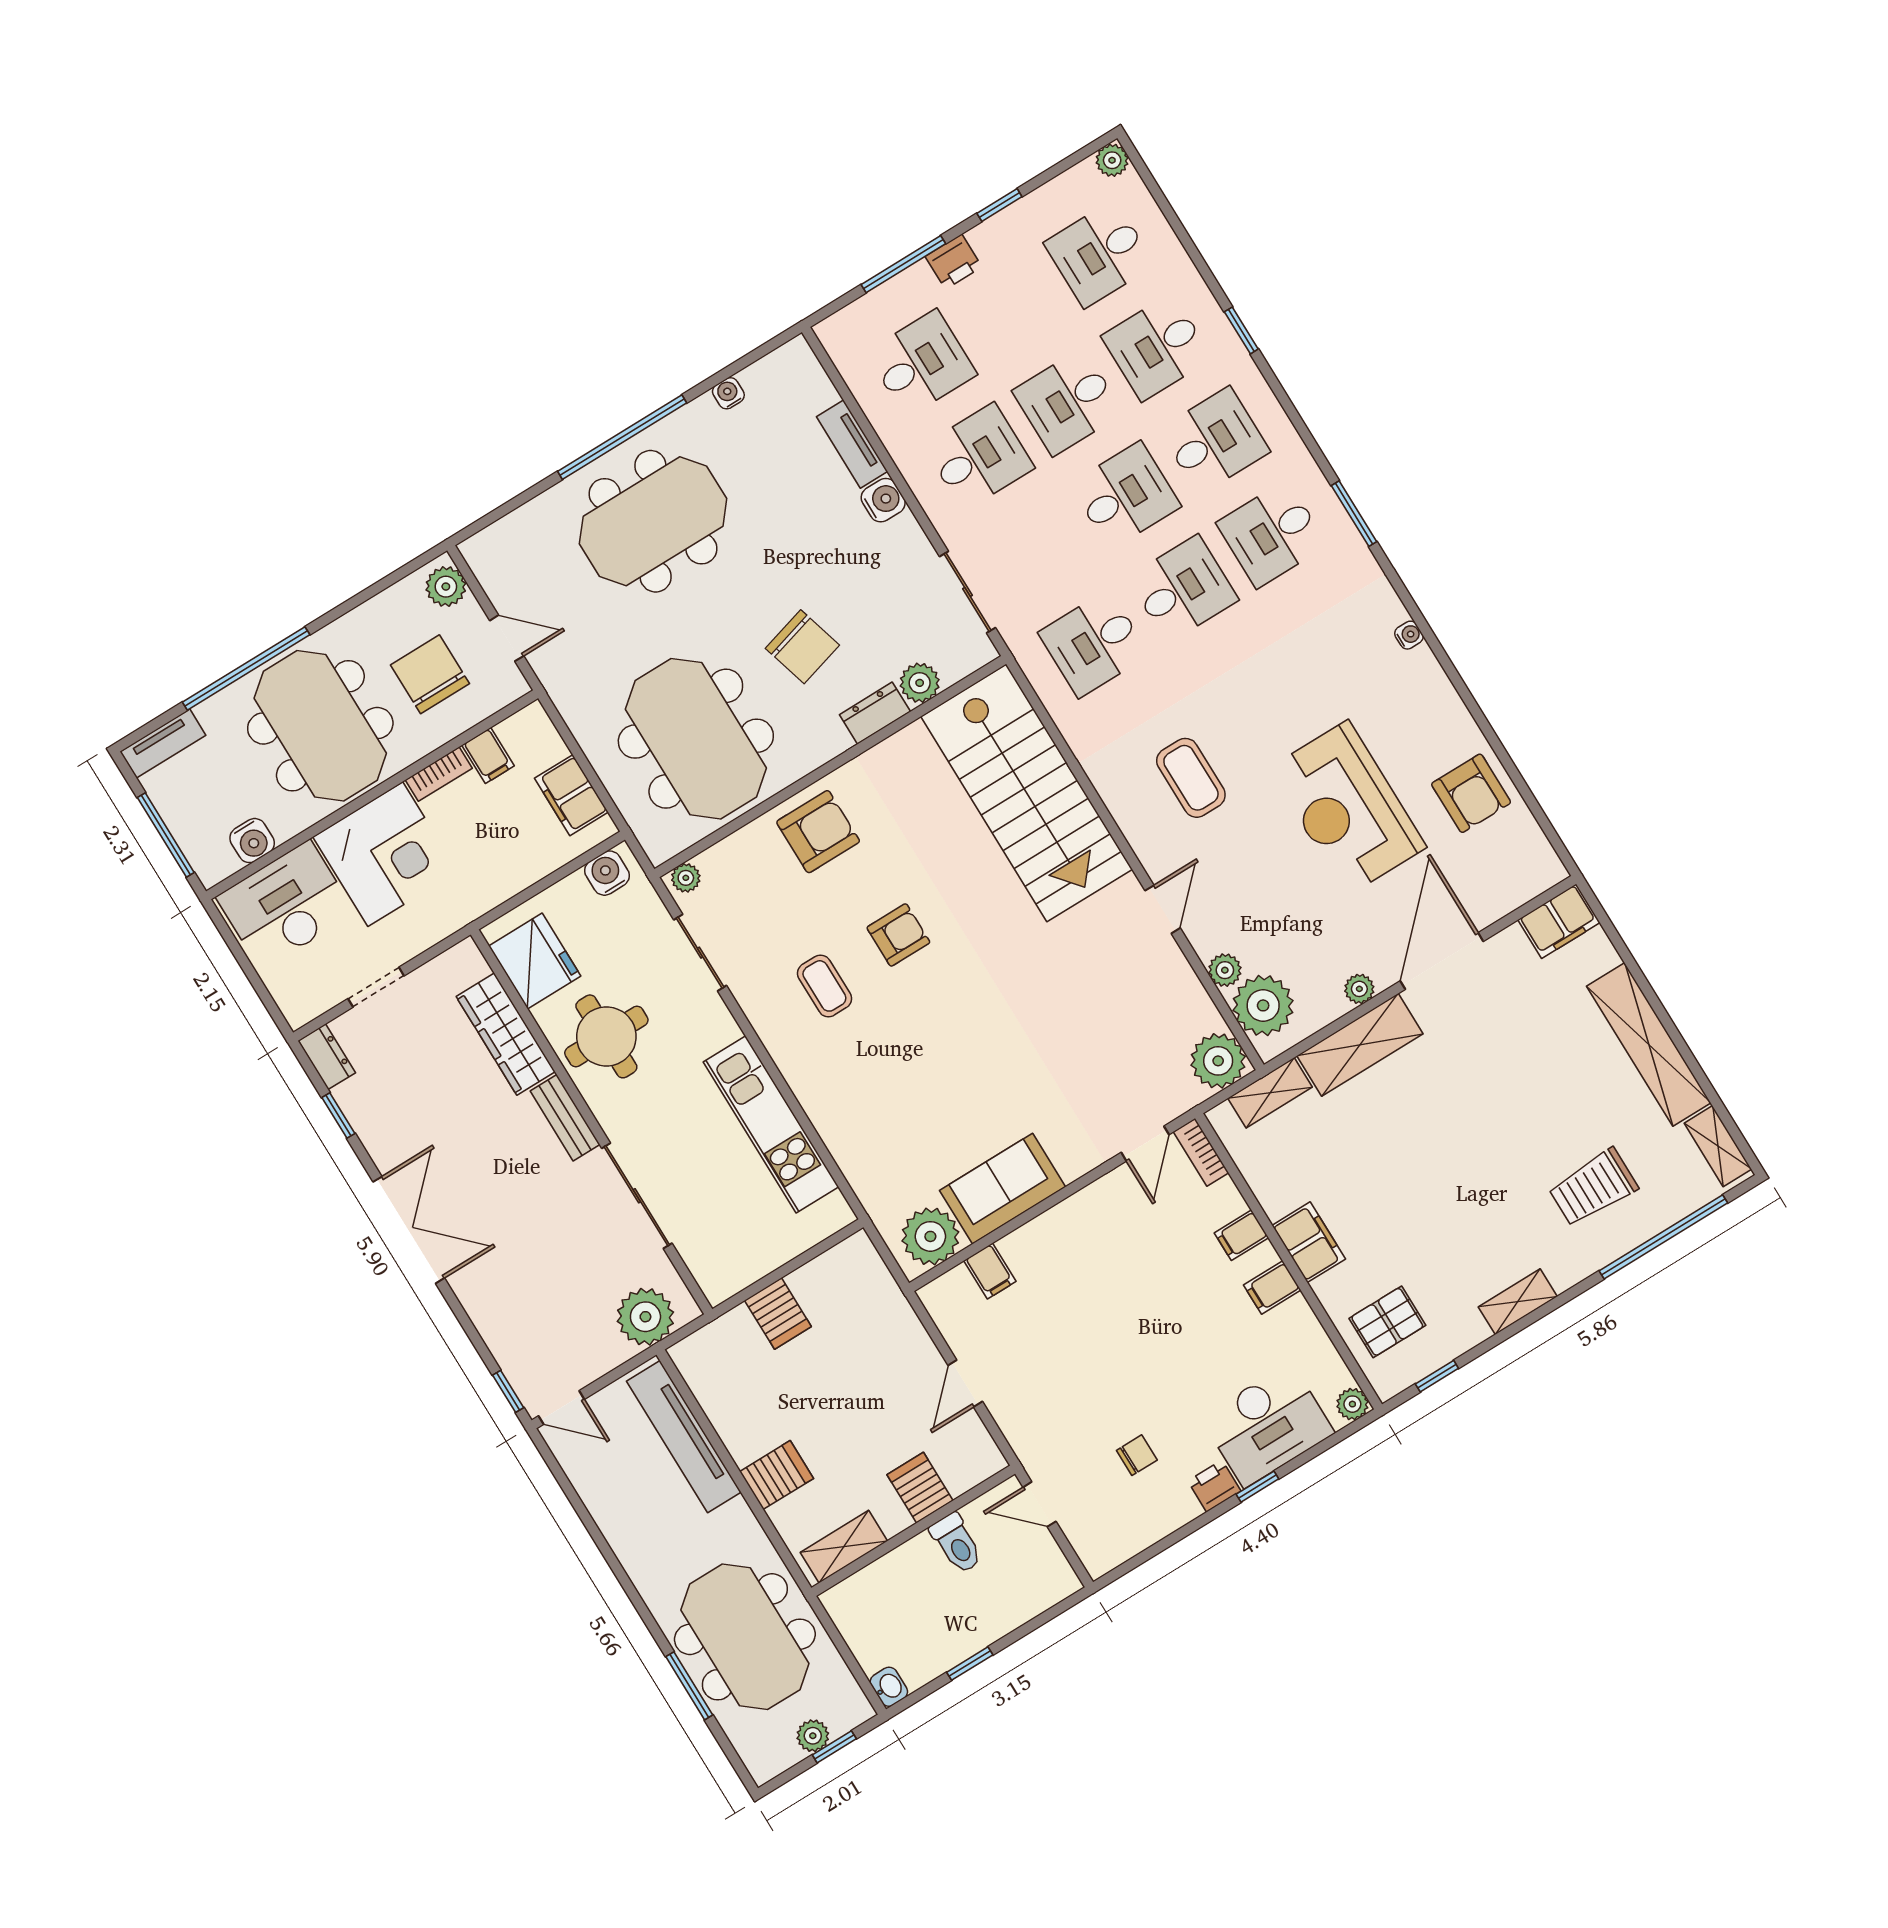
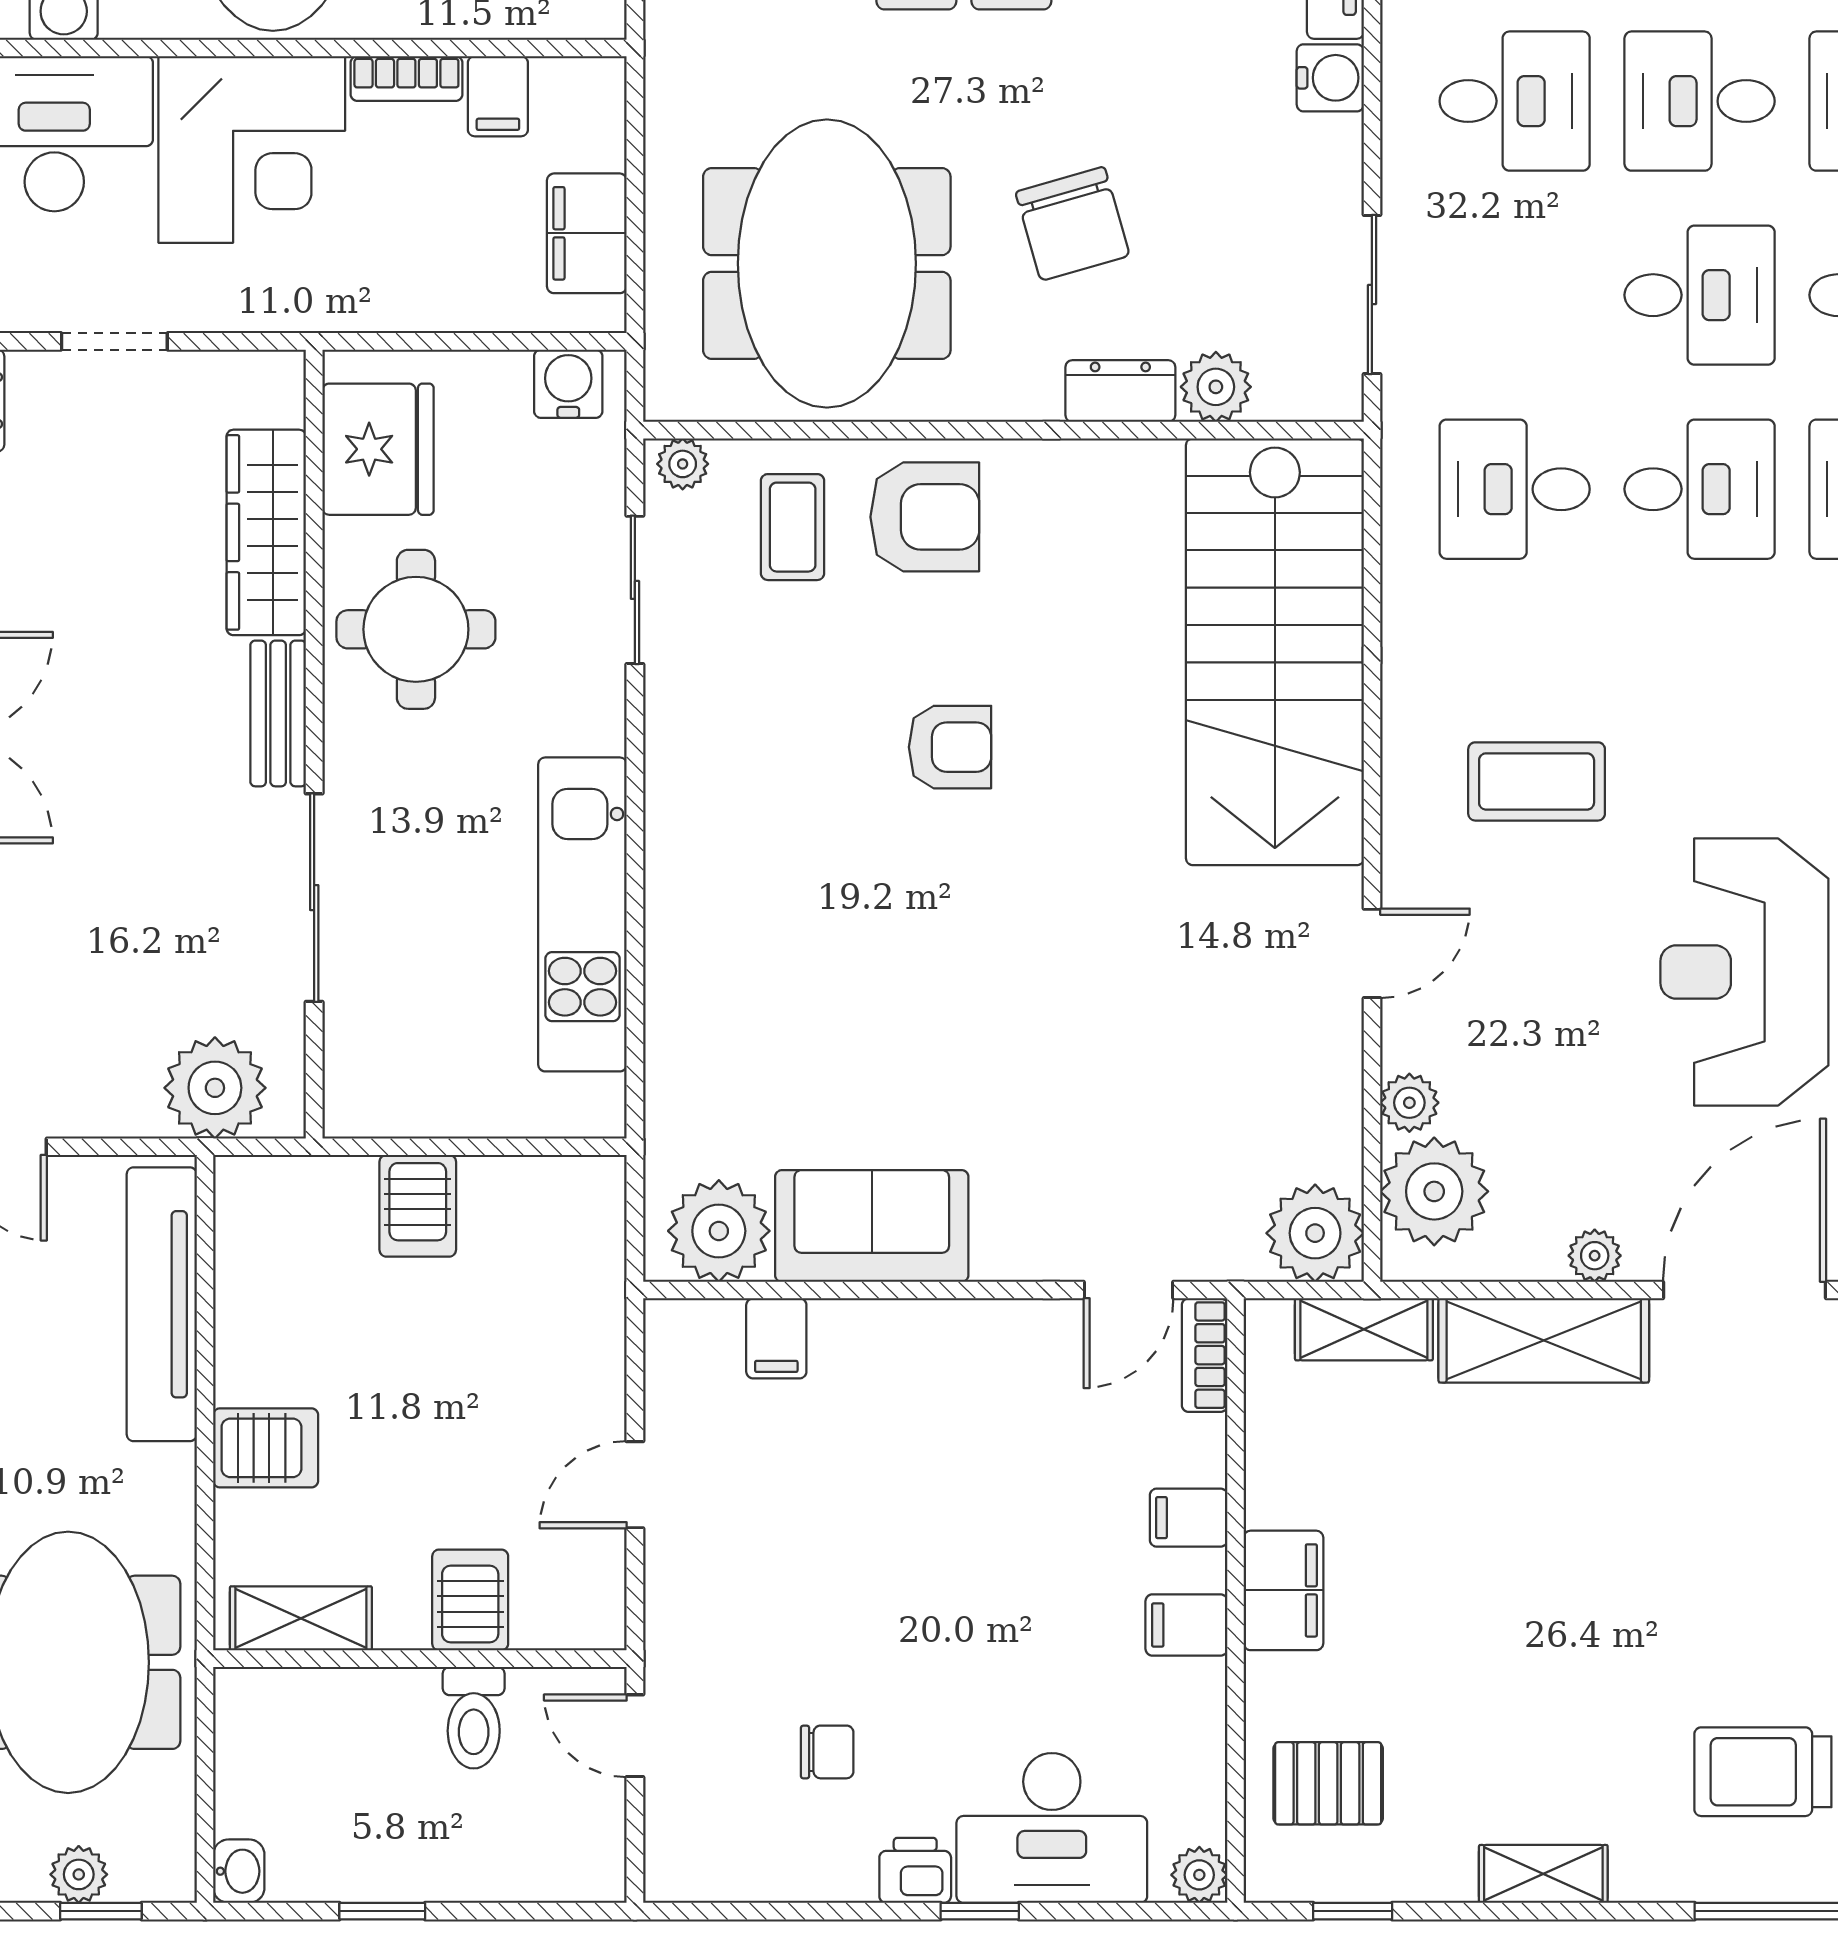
coffee table: (1191, 778) -> (1537, 781), turned 90
coffee table: (824, 986) -> (793, 527), moved

